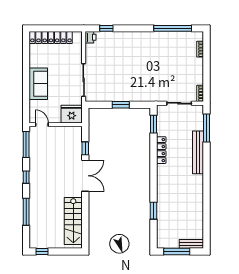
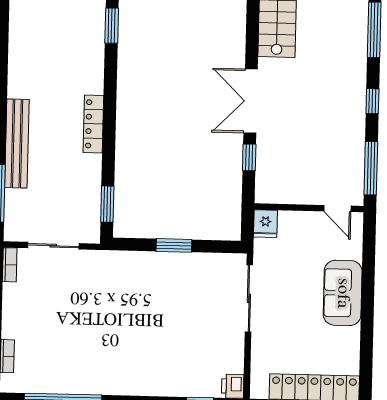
fridge: (72, 114) -> (265, 224), width x0.53, depth x0.75
locker: (161, 150) -> (93, 124), moved

